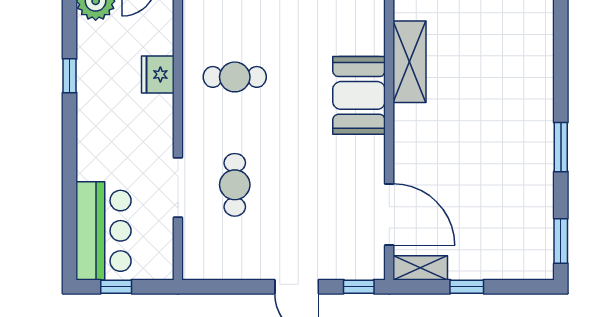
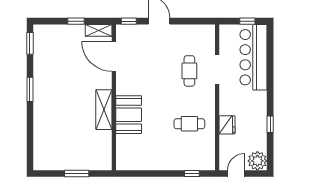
shelving: (409, 62) -> (104, 110), moved
bar counter: (104, 231) -> (254, 57), width x1.36

